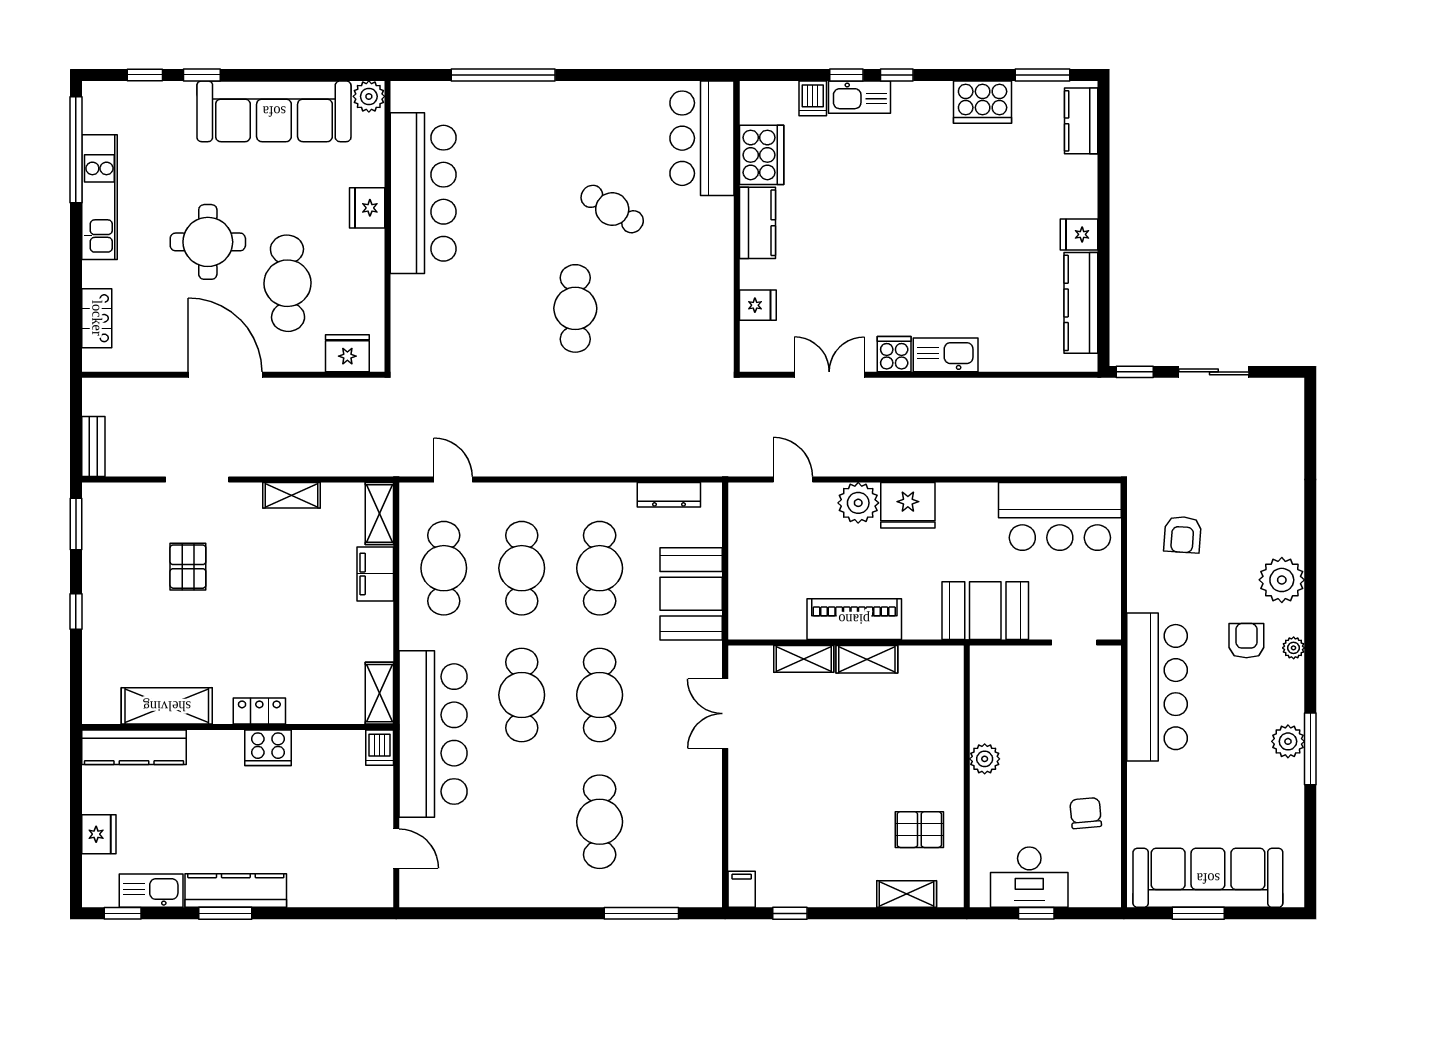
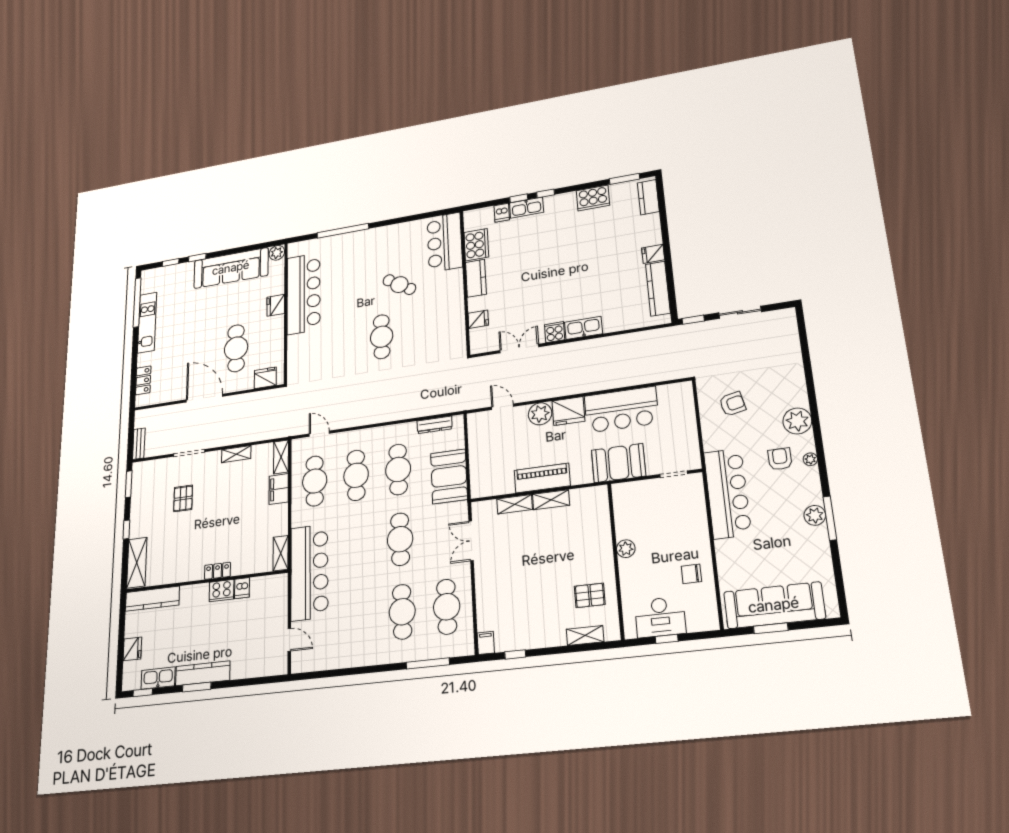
round table: (208, 242) -> (198, 335), removed
bar counter: (1060, 516) -> (621, 410), moved
armchair: (1183, 535) -> (732, 404), turned -106
cafe table: (522, 695) -> (447, 607), moved
shelving: (167, 706) -> (137, 563), moved, turned 90
dishwasher: (380, 748) -> (242, 588), moved
chair: (1086, 813) -> (691, 574), turned -85

